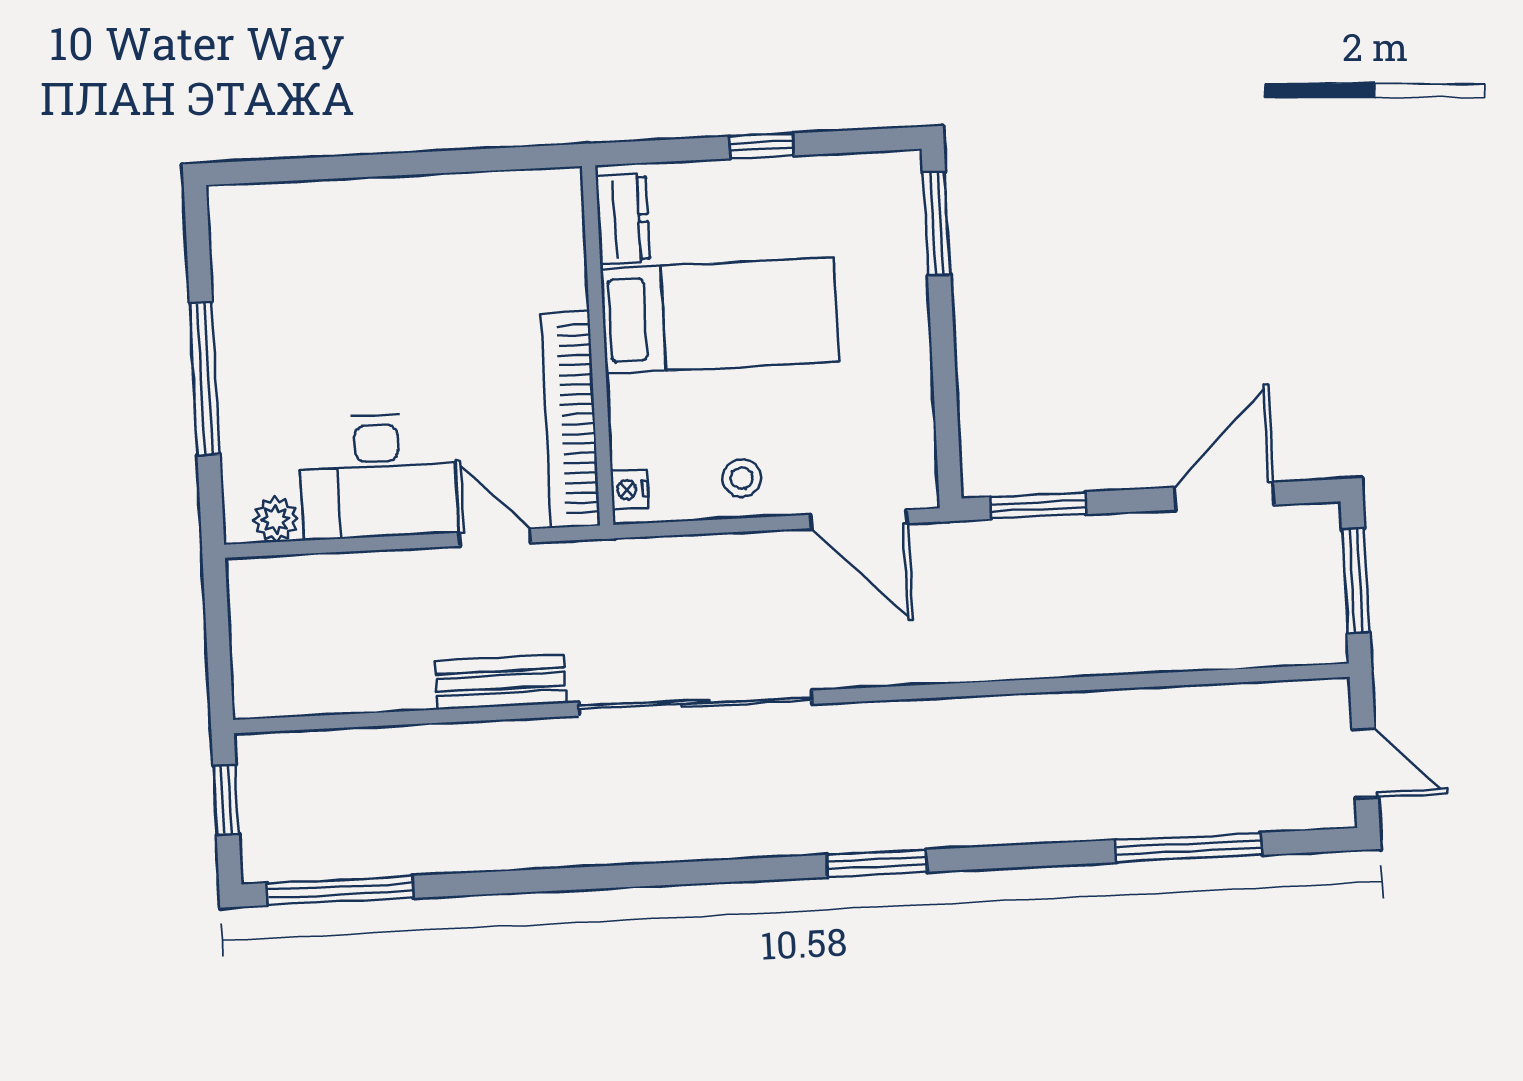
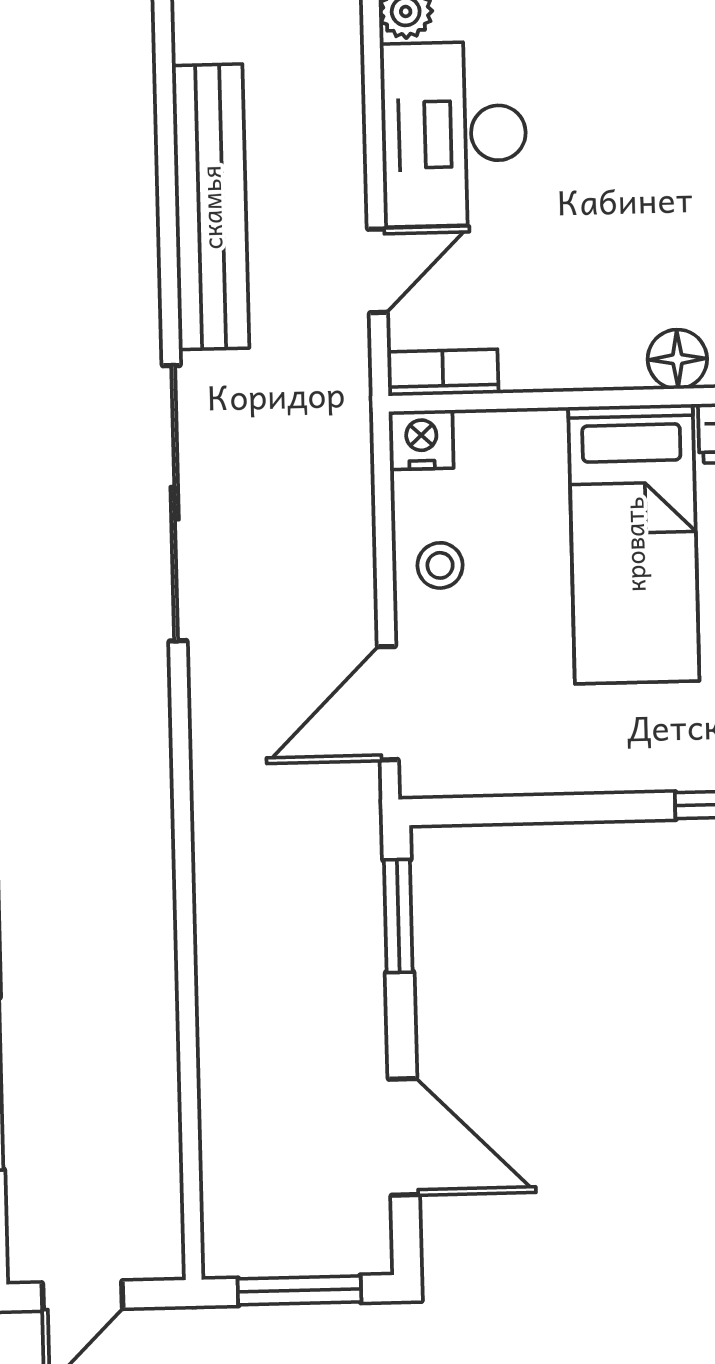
floor lamp: (563, 283) -> (677, 359), added
bookcase: (570, 419) -> (443, 372), width x0.43, depth x0.76
nightstand: (630, 490) -> (421, 440), width x1.39, depth x1.35
bench: (500, 682) -> (211, 207), width x1.86, depth x1.21

